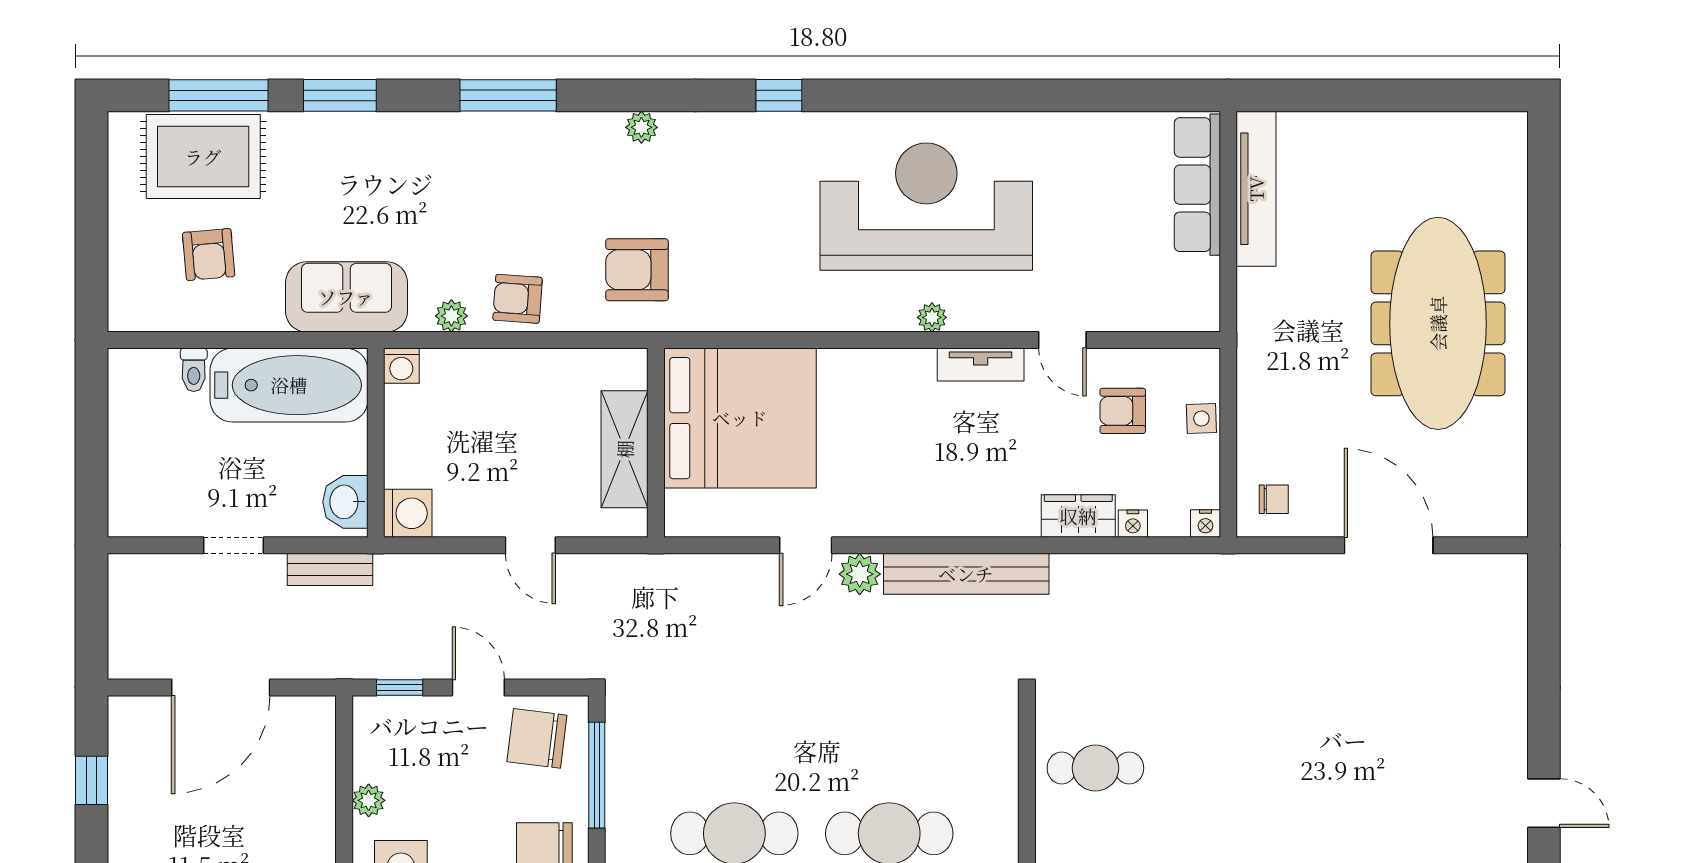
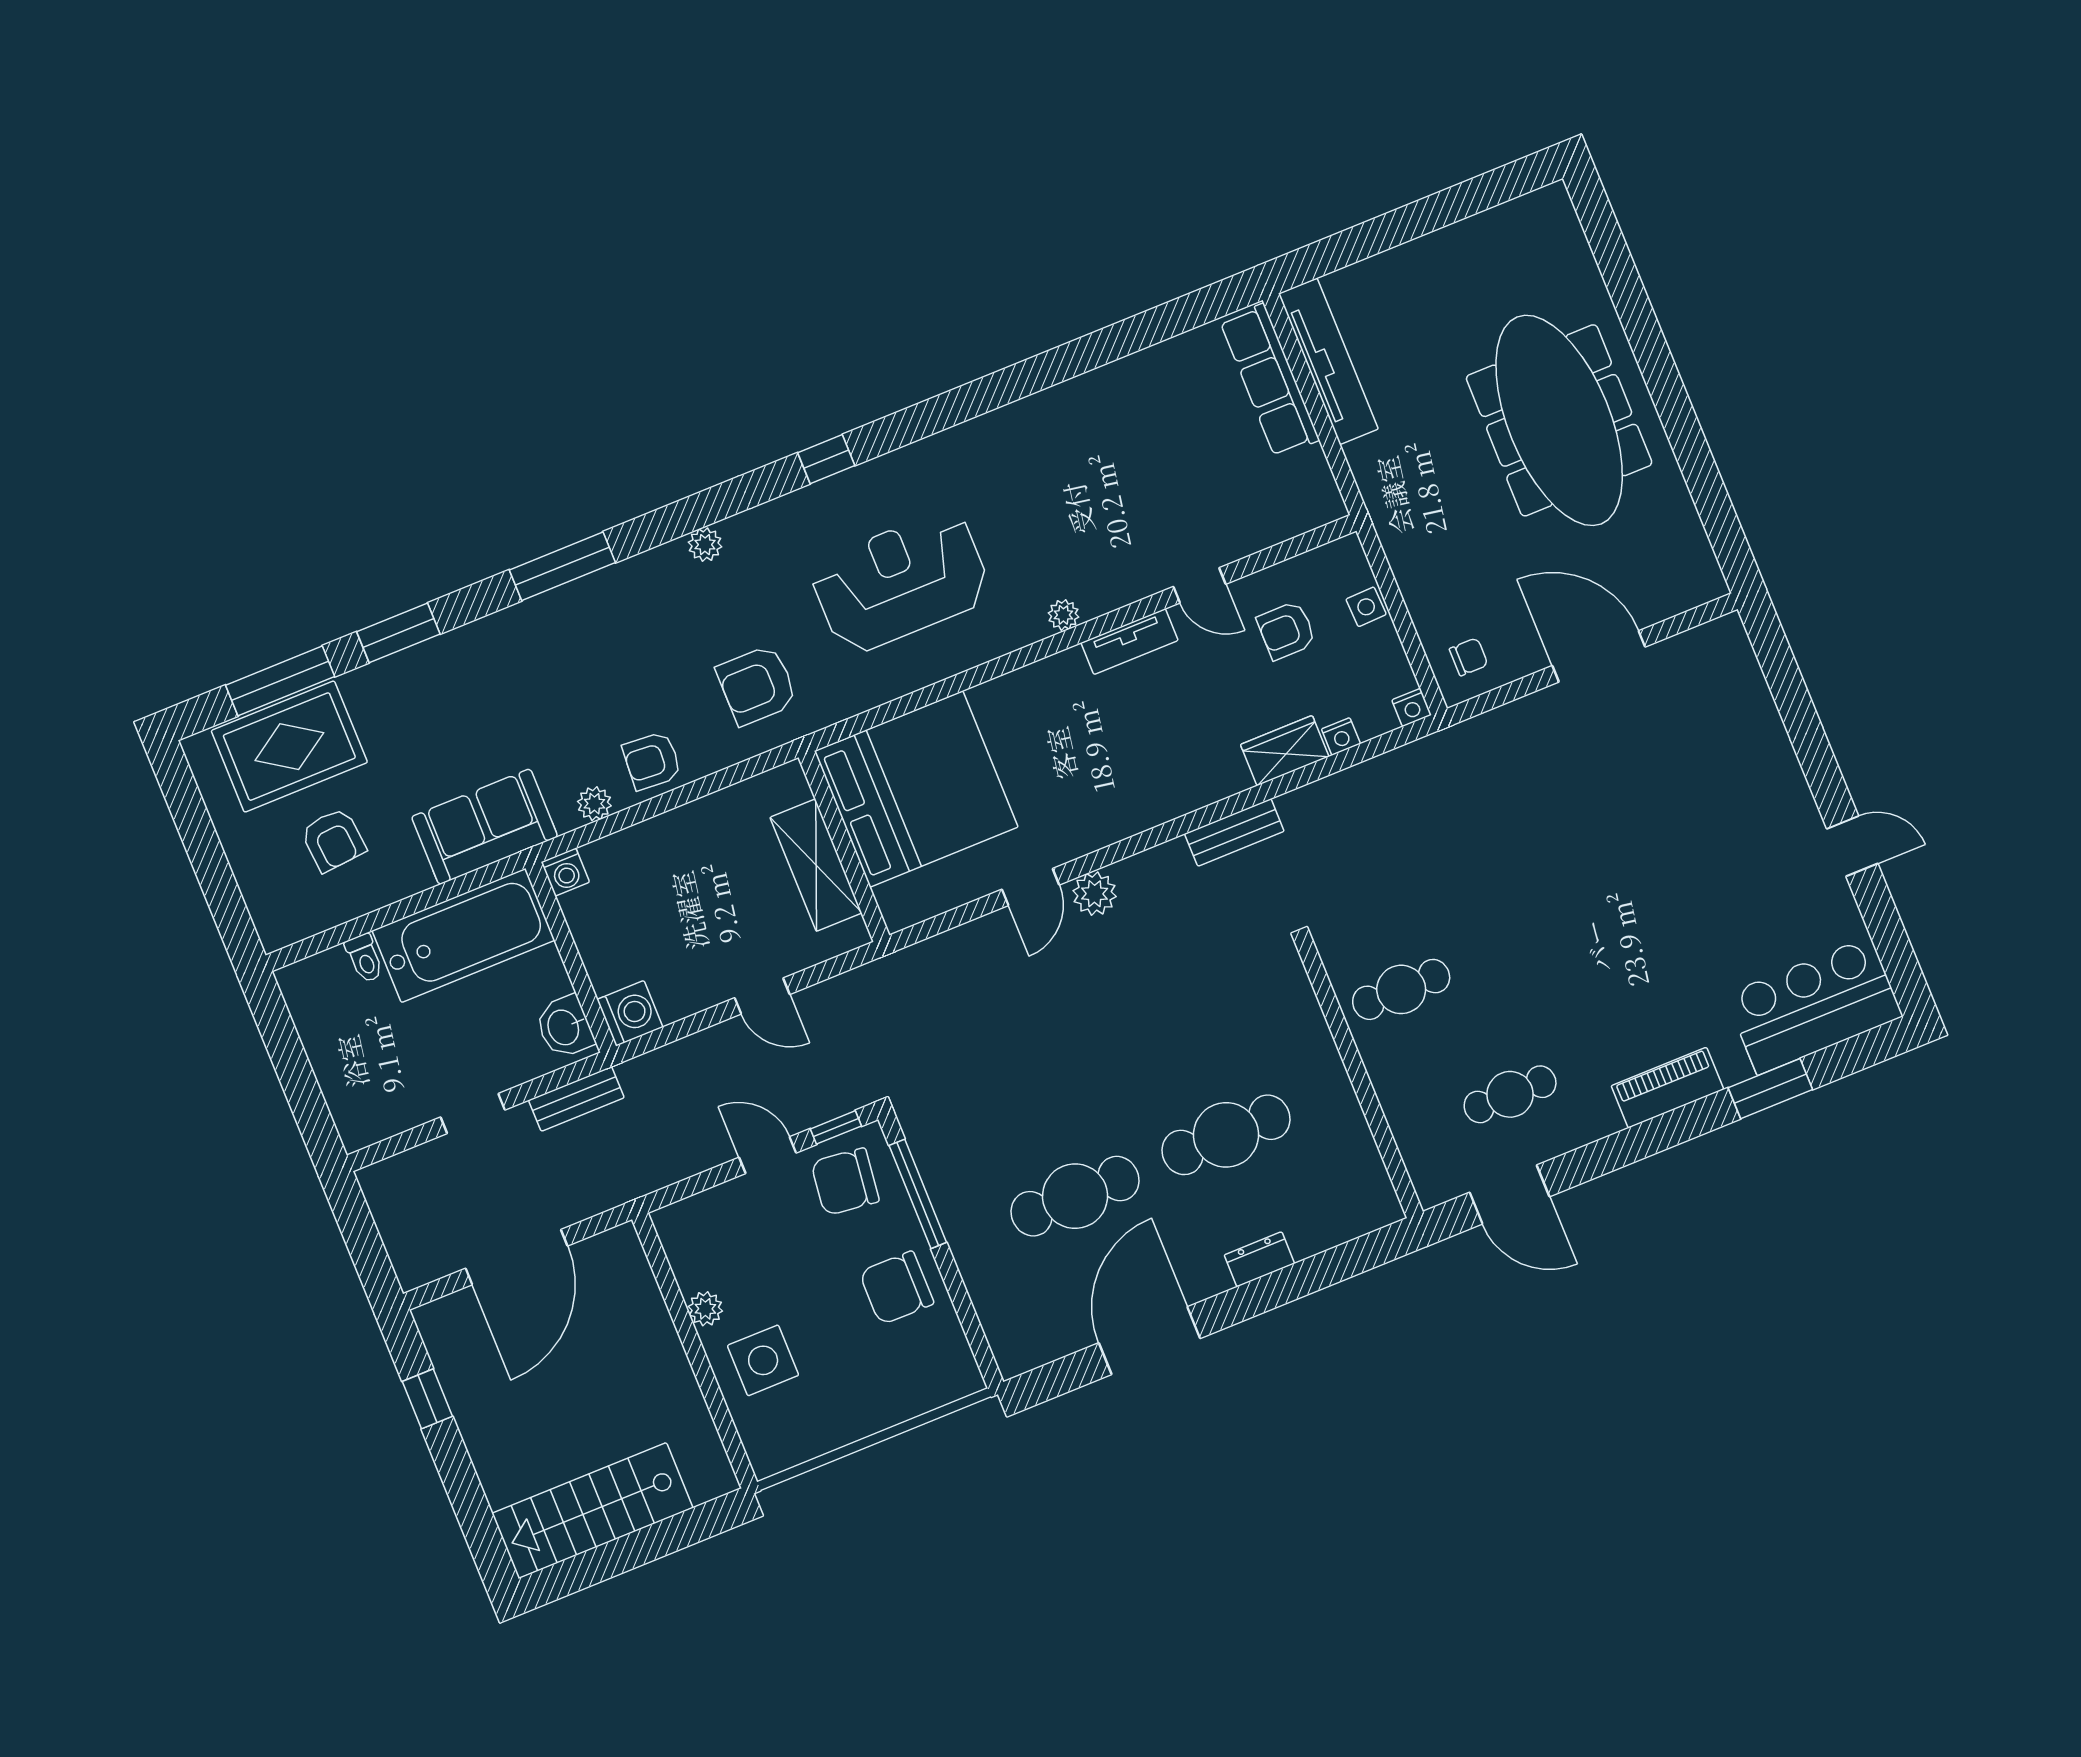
reception desk: (926, 207) -> (901, 582), moved, width x0.74, depth x0.77
bench: (966, 574) -> (1234, 832), width x0.54, depth x0.82
window: (400, 687) -> (836, 1127), moved

